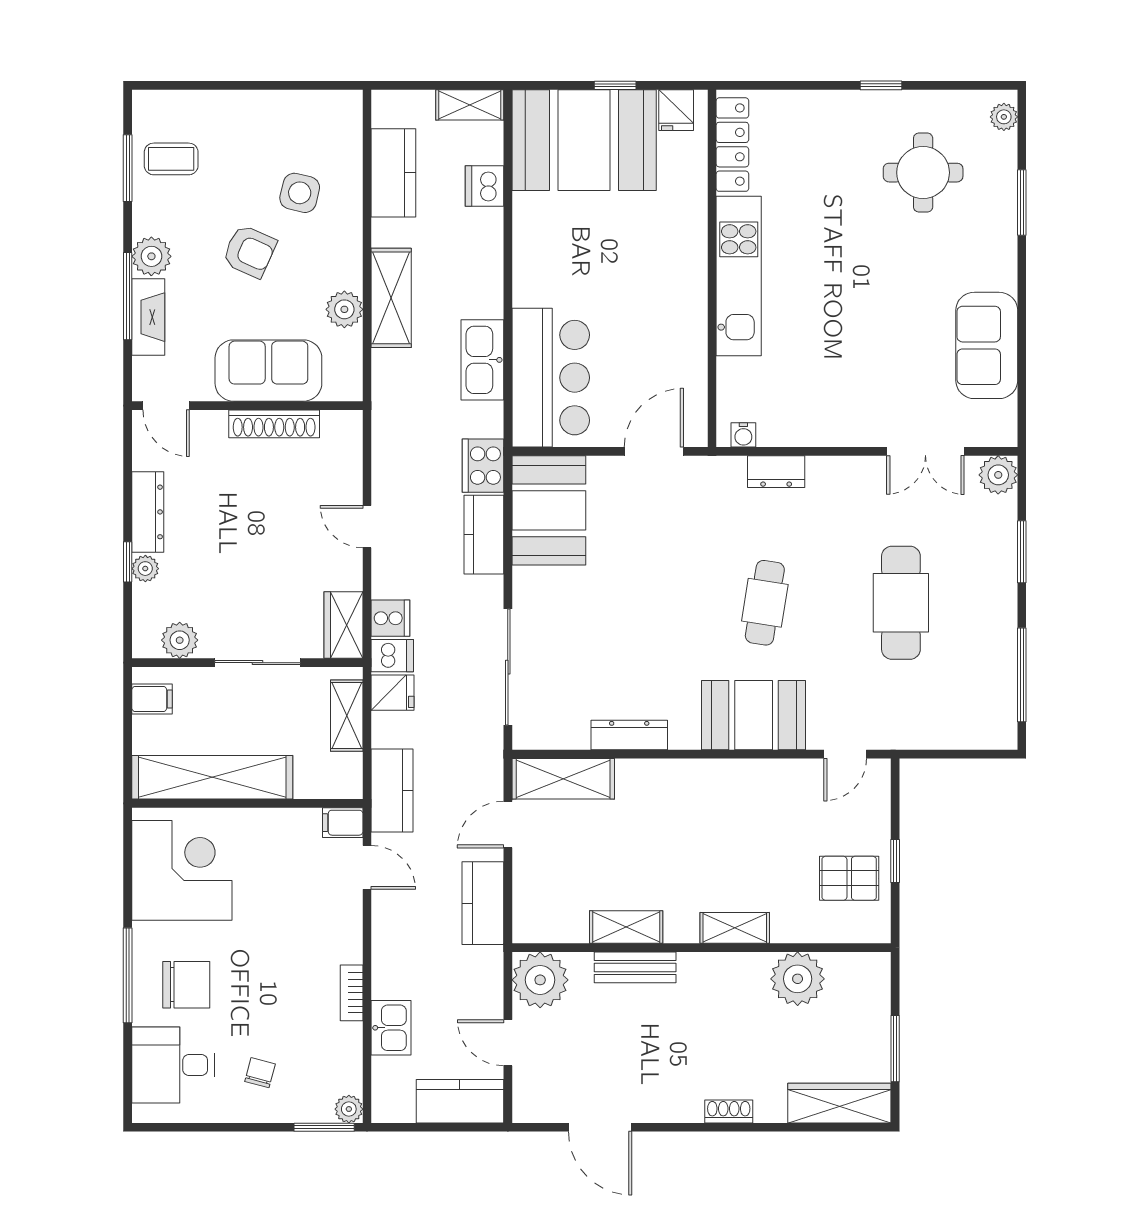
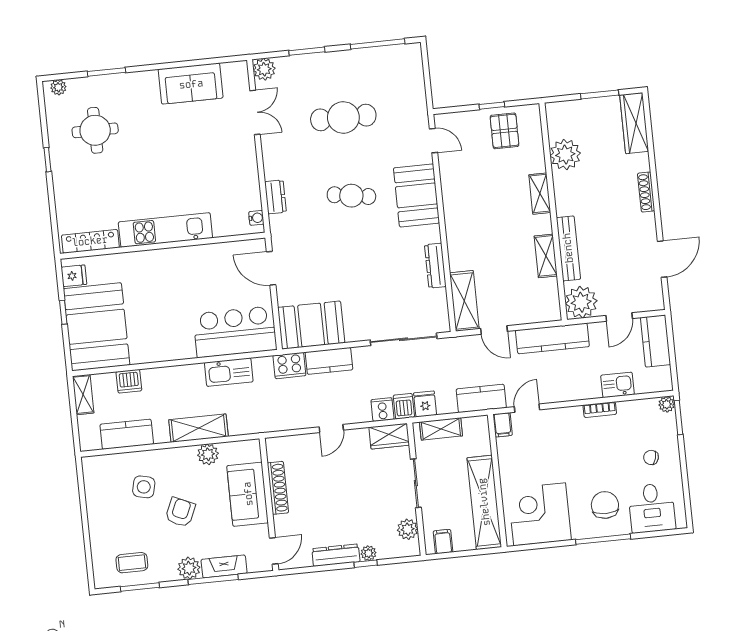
coffee table: (171, 159) -> (132, 563), turned 90
kitchen counter: (483, 903) -> (552, 338), width x1.50
bench: (635, 967) -> (568, 248), width x1.36
shoe rack: (729, 1111) -> (646, 192), width x1.43

